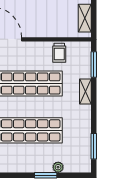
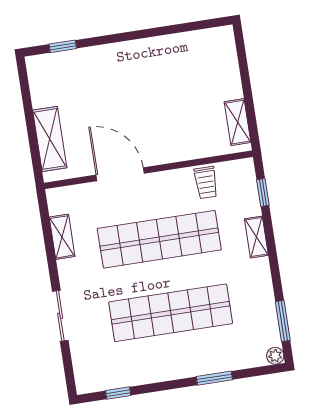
window: (94, 64) -> (263, 193), width x0.67
plant: (58, 167) -> (275, 356), moved

